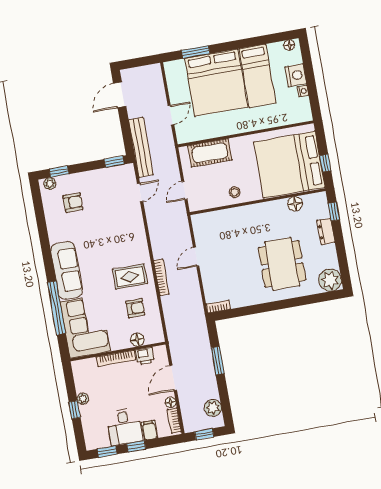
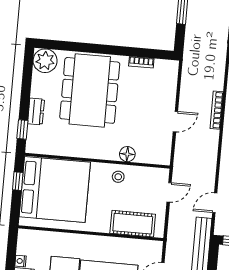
floor lamp: (295, 204) -> (127, 154), moved
dining table: (282, 264) -> (90, 90), width x1.36, depth x1.24
bookcase: (218, 307) -> (141, 62), moved

